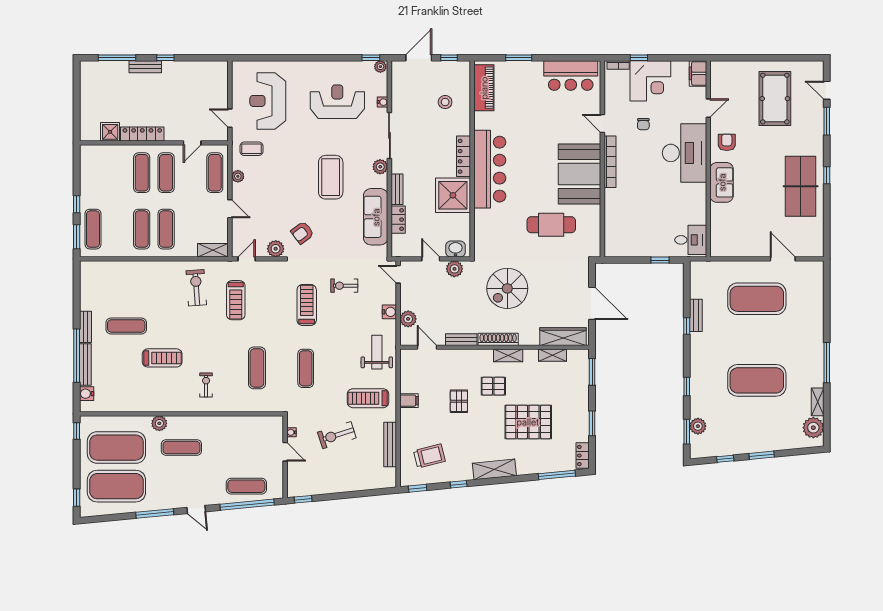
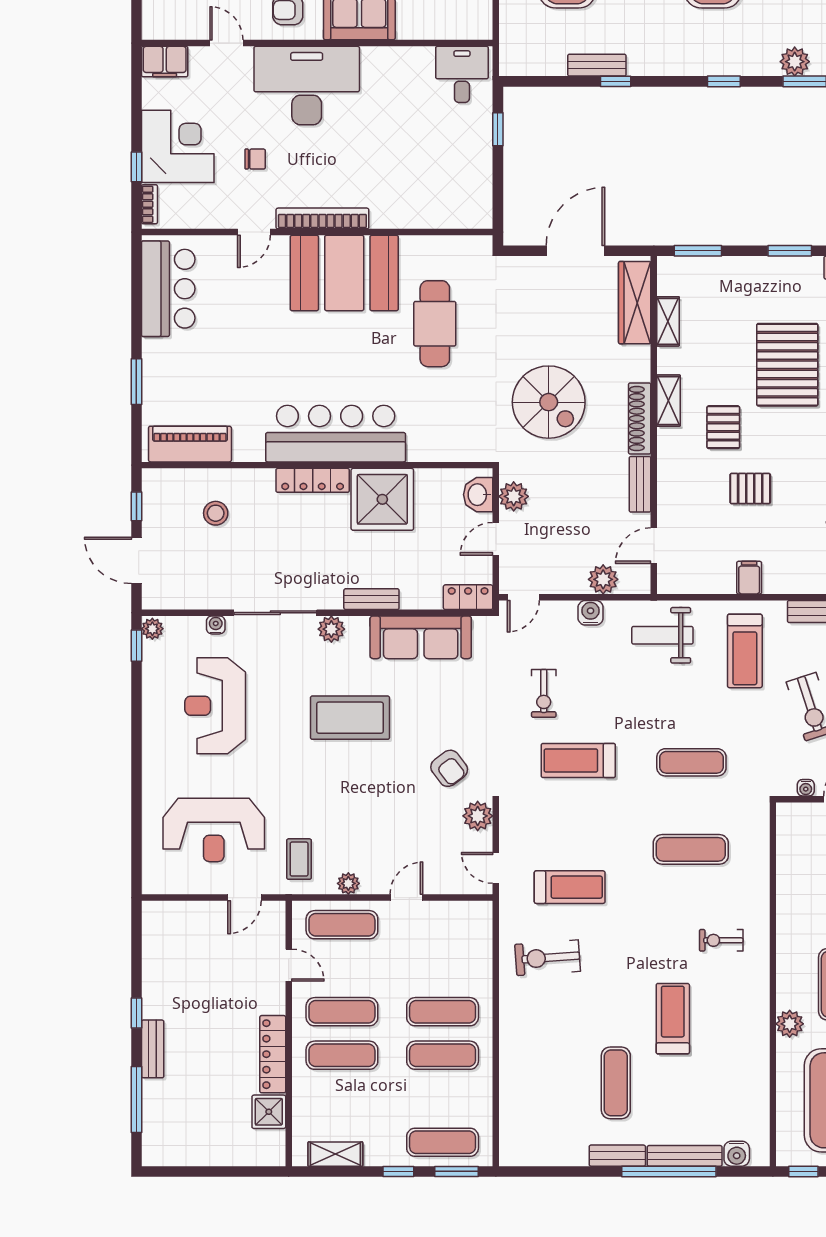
locker: (398, 220) -> (468, 597), moved
shelving: (213, 250) -> (335, 1154), moved, turned 90

